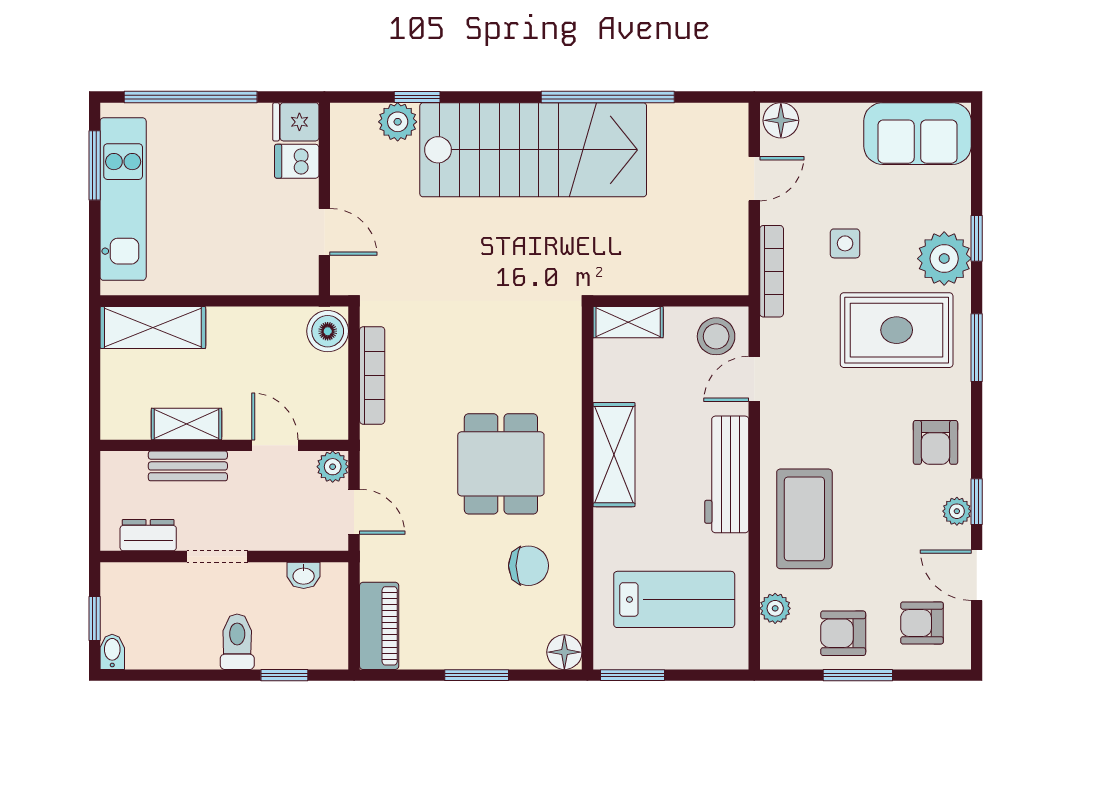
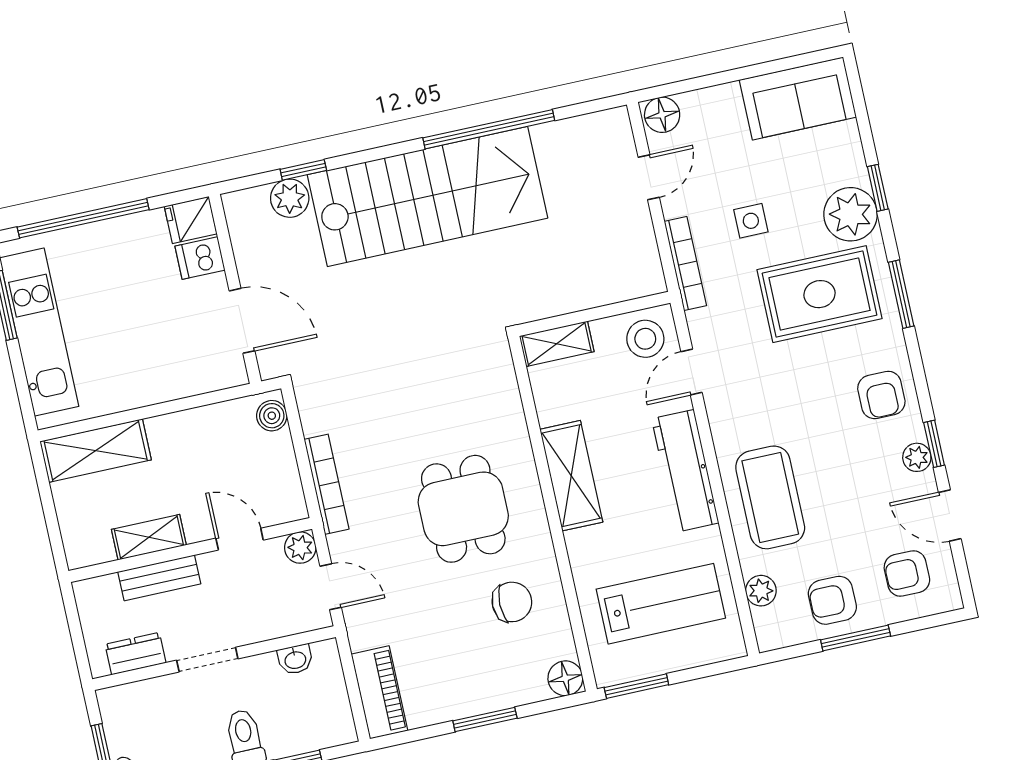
door: (324, 232) -> (242, 321), width x1.37
boiler: (328, 331) -> (272, 416), width x0.73, depth x0.73
bookcase: (372, 375) -> (327, 484), moved

